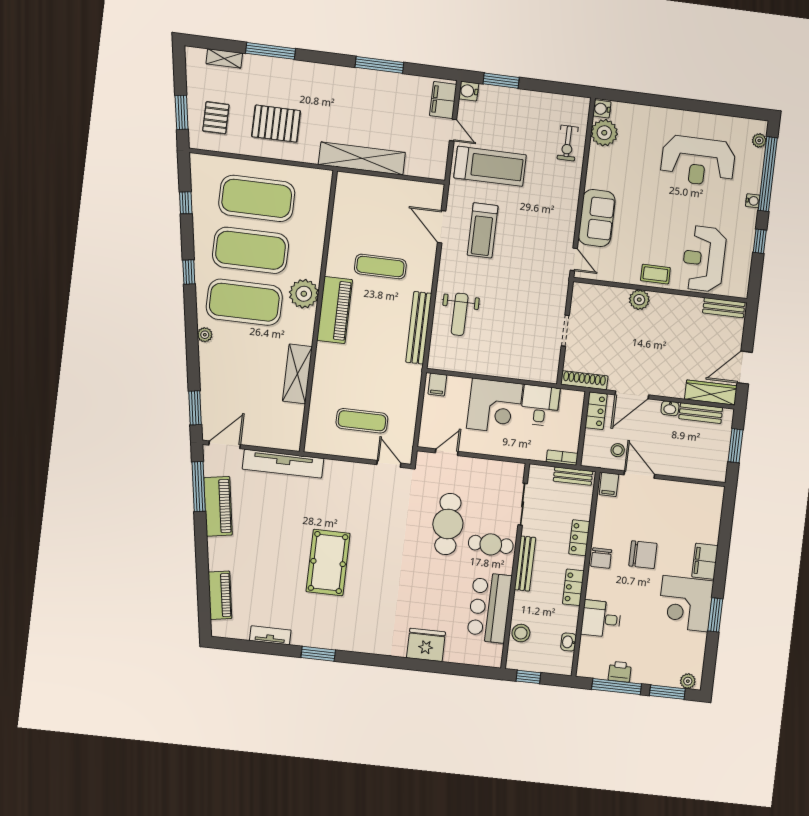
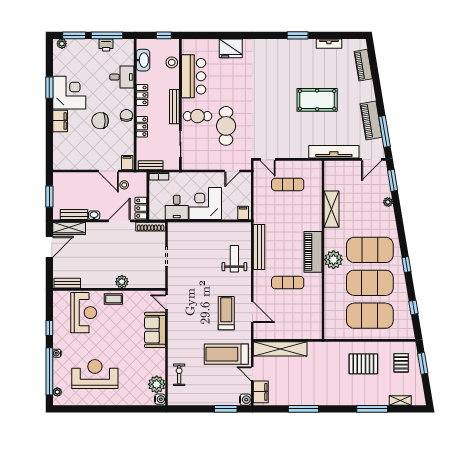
shelving: (362, 158) -> (280, 349), moved
plant: (205, 335) -> (388, 202), moved
pool table: (328, 563) -> (317, 100), moved, turned 90
washbasin: (568, 642) -> (143, 60), width x1.91, depth x1.45

